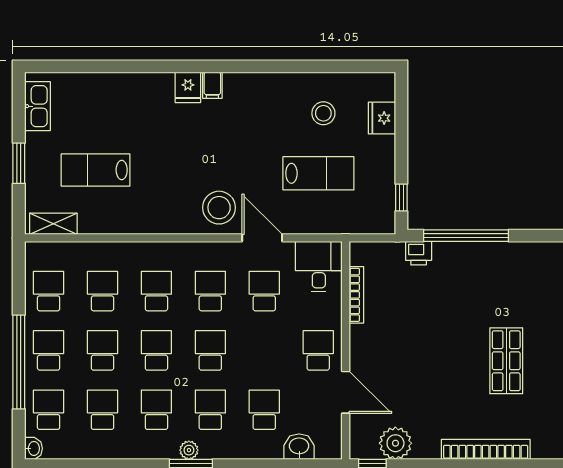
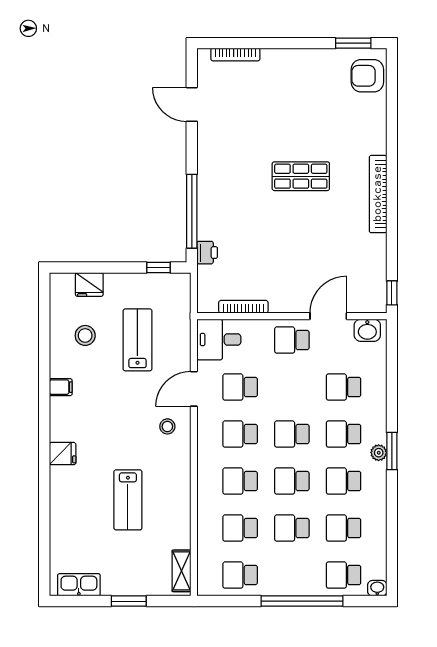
filing cabinet: (212, 85) -> (61, 387), moved
lab bench: (96, 170) -> (128, 500), moved
stool: (219, 208) -> (167, 426), width x0.53, depth x0.53
school desk: (49, 350) -> (292, 575), removed
plant: (395, 443) -> (373, 273), removed
washbasin: (299, 447) -> (367, 330), moved, turned -90

